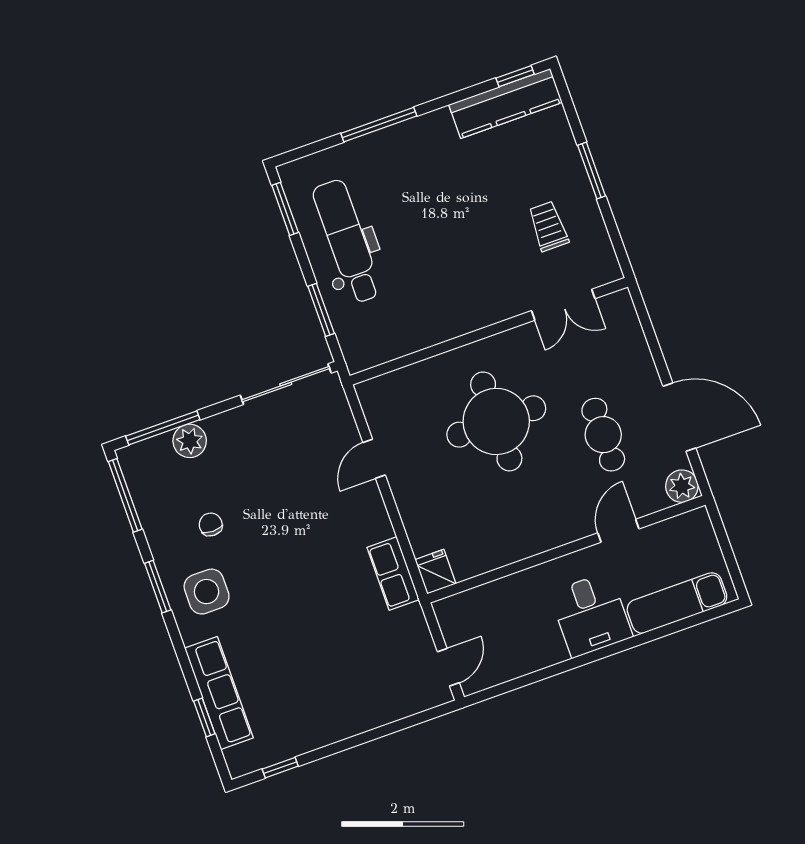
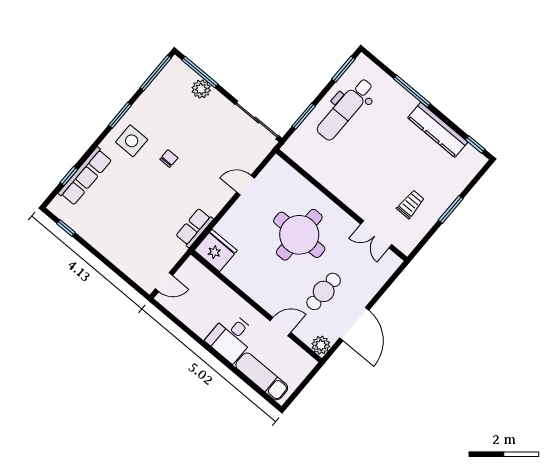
kitchen counter: (506, 103) -> (438, 130), moved
dental chair: (347, 241) -> (345, 109), turned 180
chair: (211, 524) -> (169, 159), moved
fridge: (435, 572) -> (216, 250), width x1.88, depth x1.34

